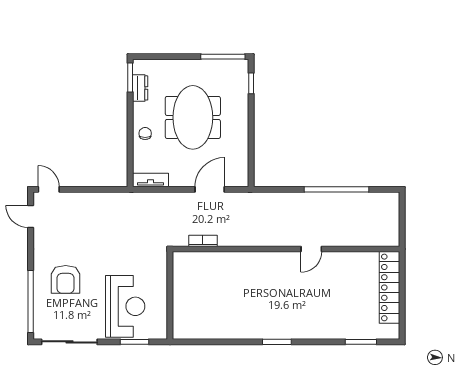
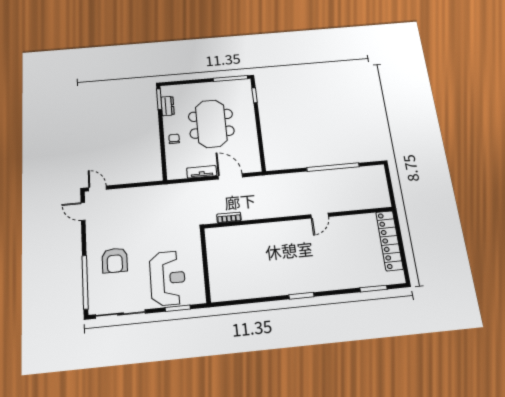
tv unit: (150, 180) -> (202, 172), moved
door: (210, 189) -> (230, 176), hinge flipped

